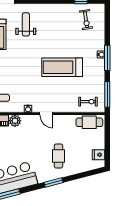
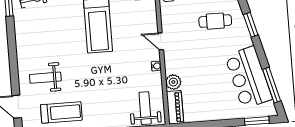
door: (46, 114) -> (161, 41), swing flipped

